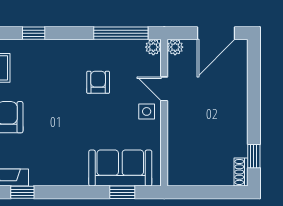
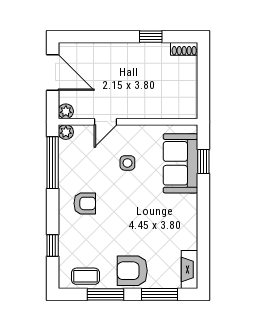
armchair: (98, 82) -> (85, 203), moved, turned 180
side table: (147, 111) -> (127, 163), moved
window: (254, 156) -> (151, 37), moved
window: (22, 192) -> (203, 256), removed

